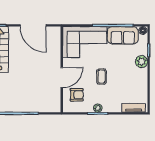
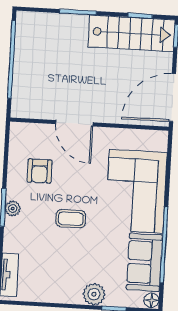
wall: (62, 69) -> (89, 124), moved
door: (62, 78) -> (74, 123), moved

